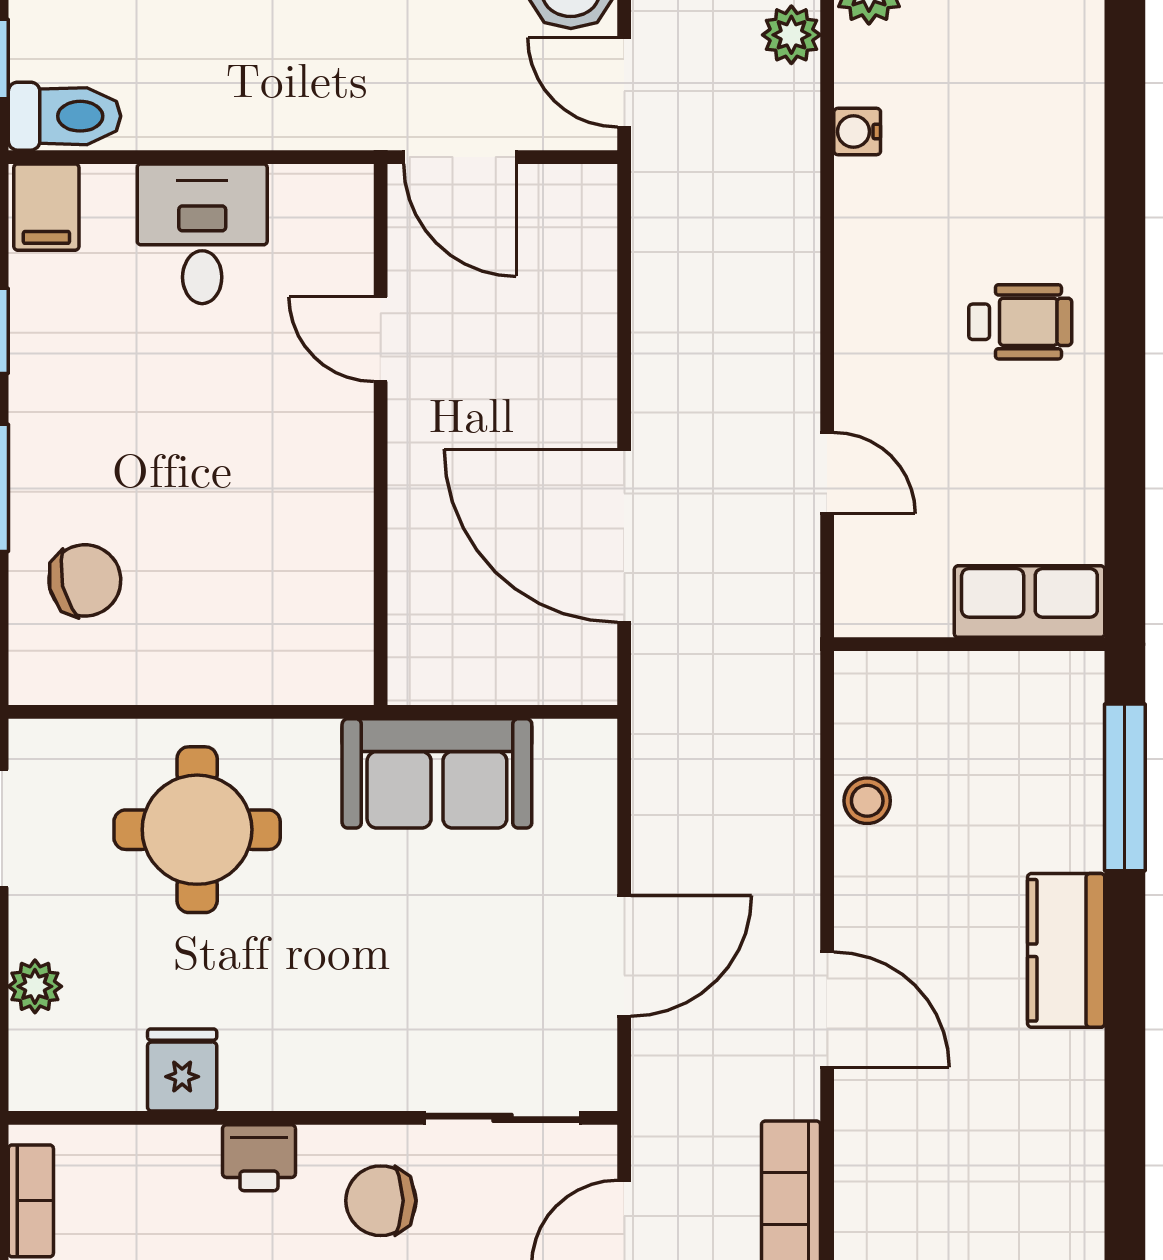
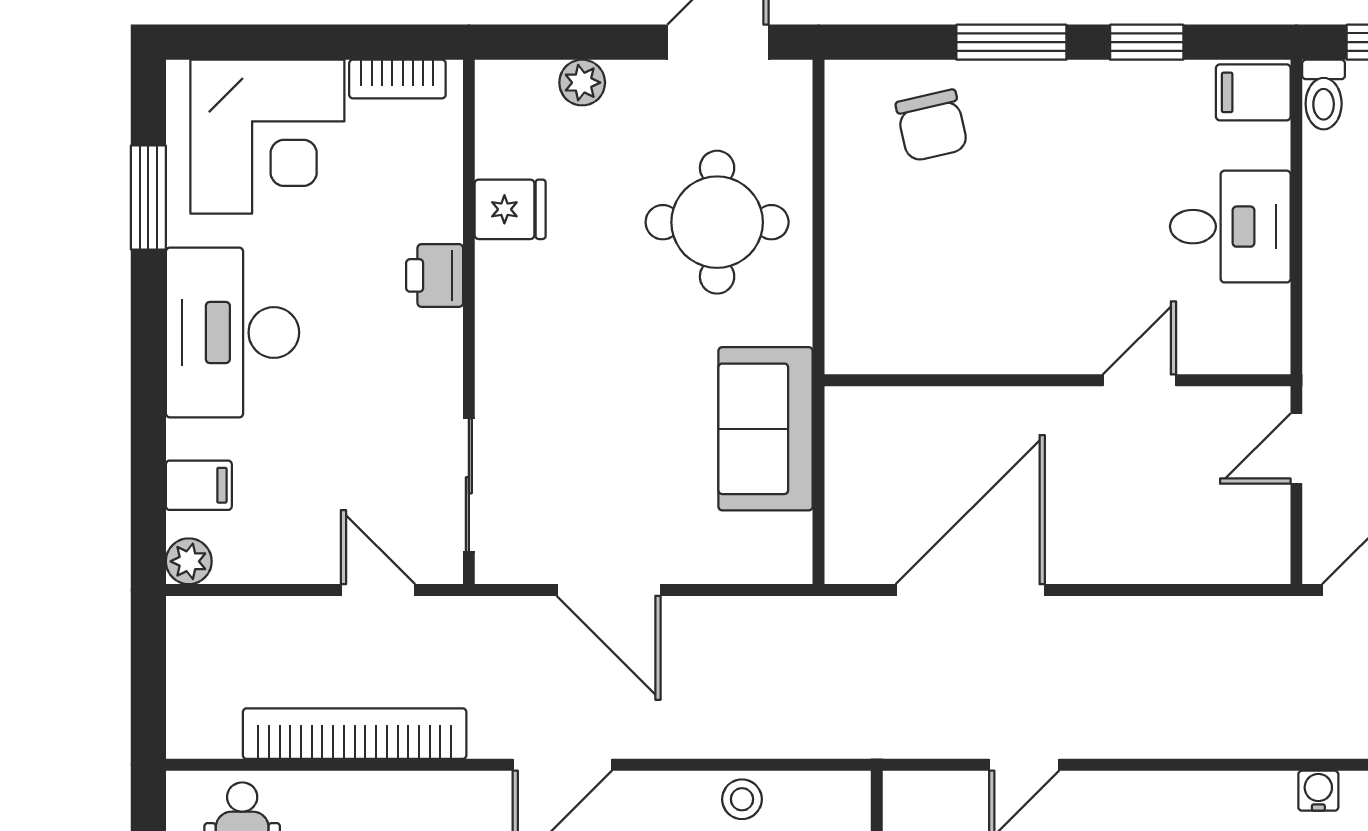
toilet: (64, 116) -> (1324, 95), width x0.73, depth x0.72
door: (460, 157) -> (1296, 448), width x0.73
chair: (381, 1201) -> (398, 381), removed

